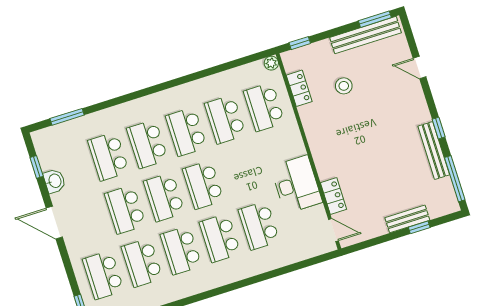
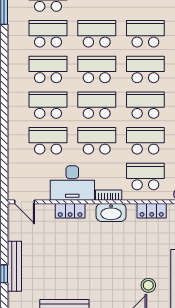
stool: (344, 86) -> (148, 285), moved
washbasin: (315, 132) -> (111, 212), added
bookcase: (297, 141) -> (109, 195), added
school desk: (242, 172) -> (97, 141), added
locker: (334, 196) -> (70, 211), moved
bench: (407, 219) -> (14, 266), width x1.36
door: (334, 230) -> (25, 202), hinge flipped

